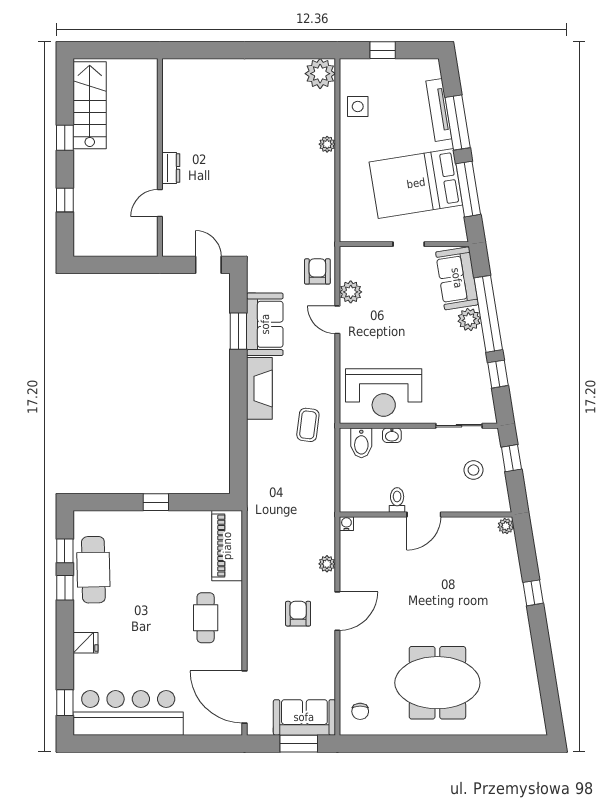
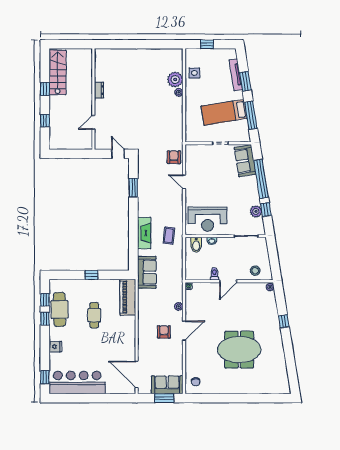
plant: (320, 74) -> (175, 80), moved
window: (458, 122) -> (245, 81), width x0.69
dresser: (171, 168) -> (99, 90), moved
bed: (416, 183) -> (224, 112), width x0.67
plant: (351, 292) -> (191, 168), removed
plant: (469, 320) -> (256, 211), moved
sofa: (265, 324) -> (147, 272), moved
fireplace: (259, 388) -> (144, 233), moved
window: (511, 458) -> (273, 253), removed
stool: (473, 470) -> (255, 271), moved
cafe table: (206, 618) -> (94, 315), moved
meeting table: (437, 683) -> (239, 350), moved

